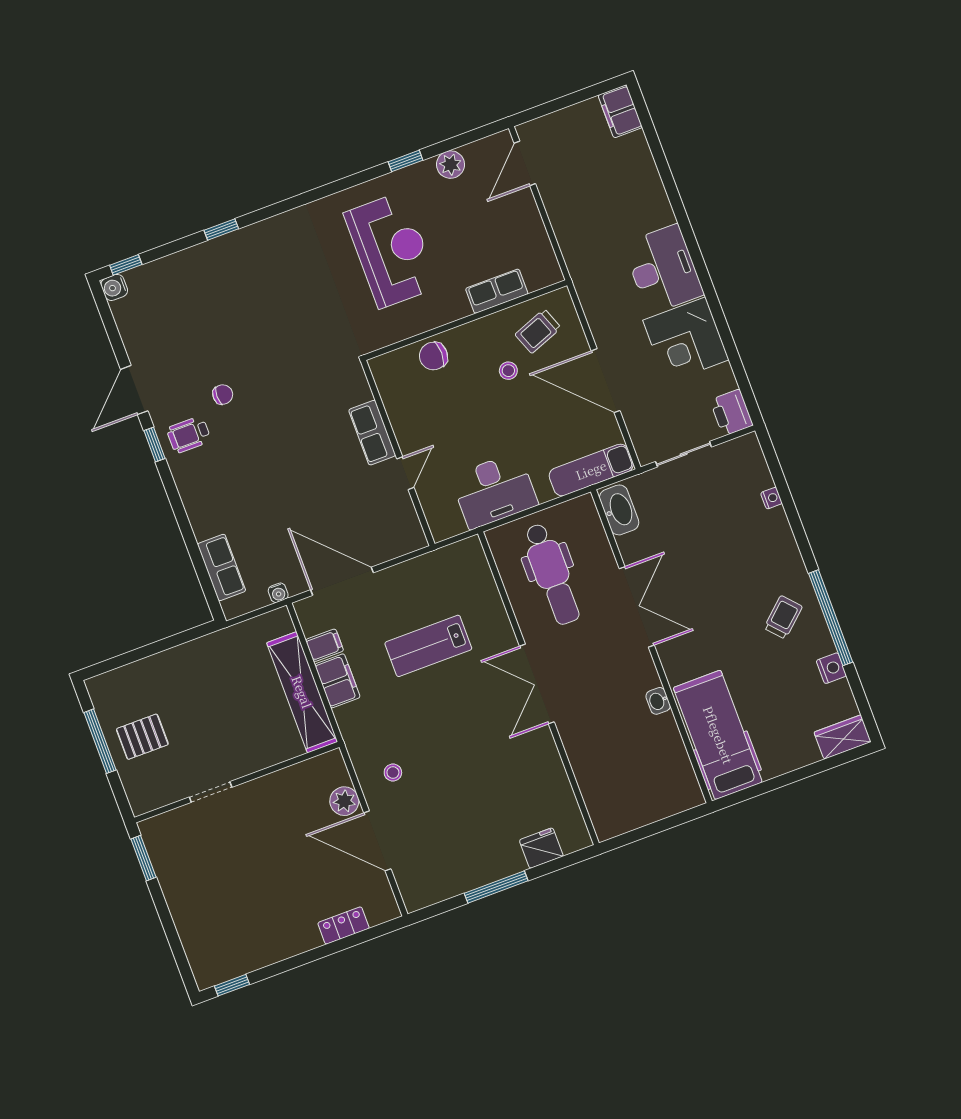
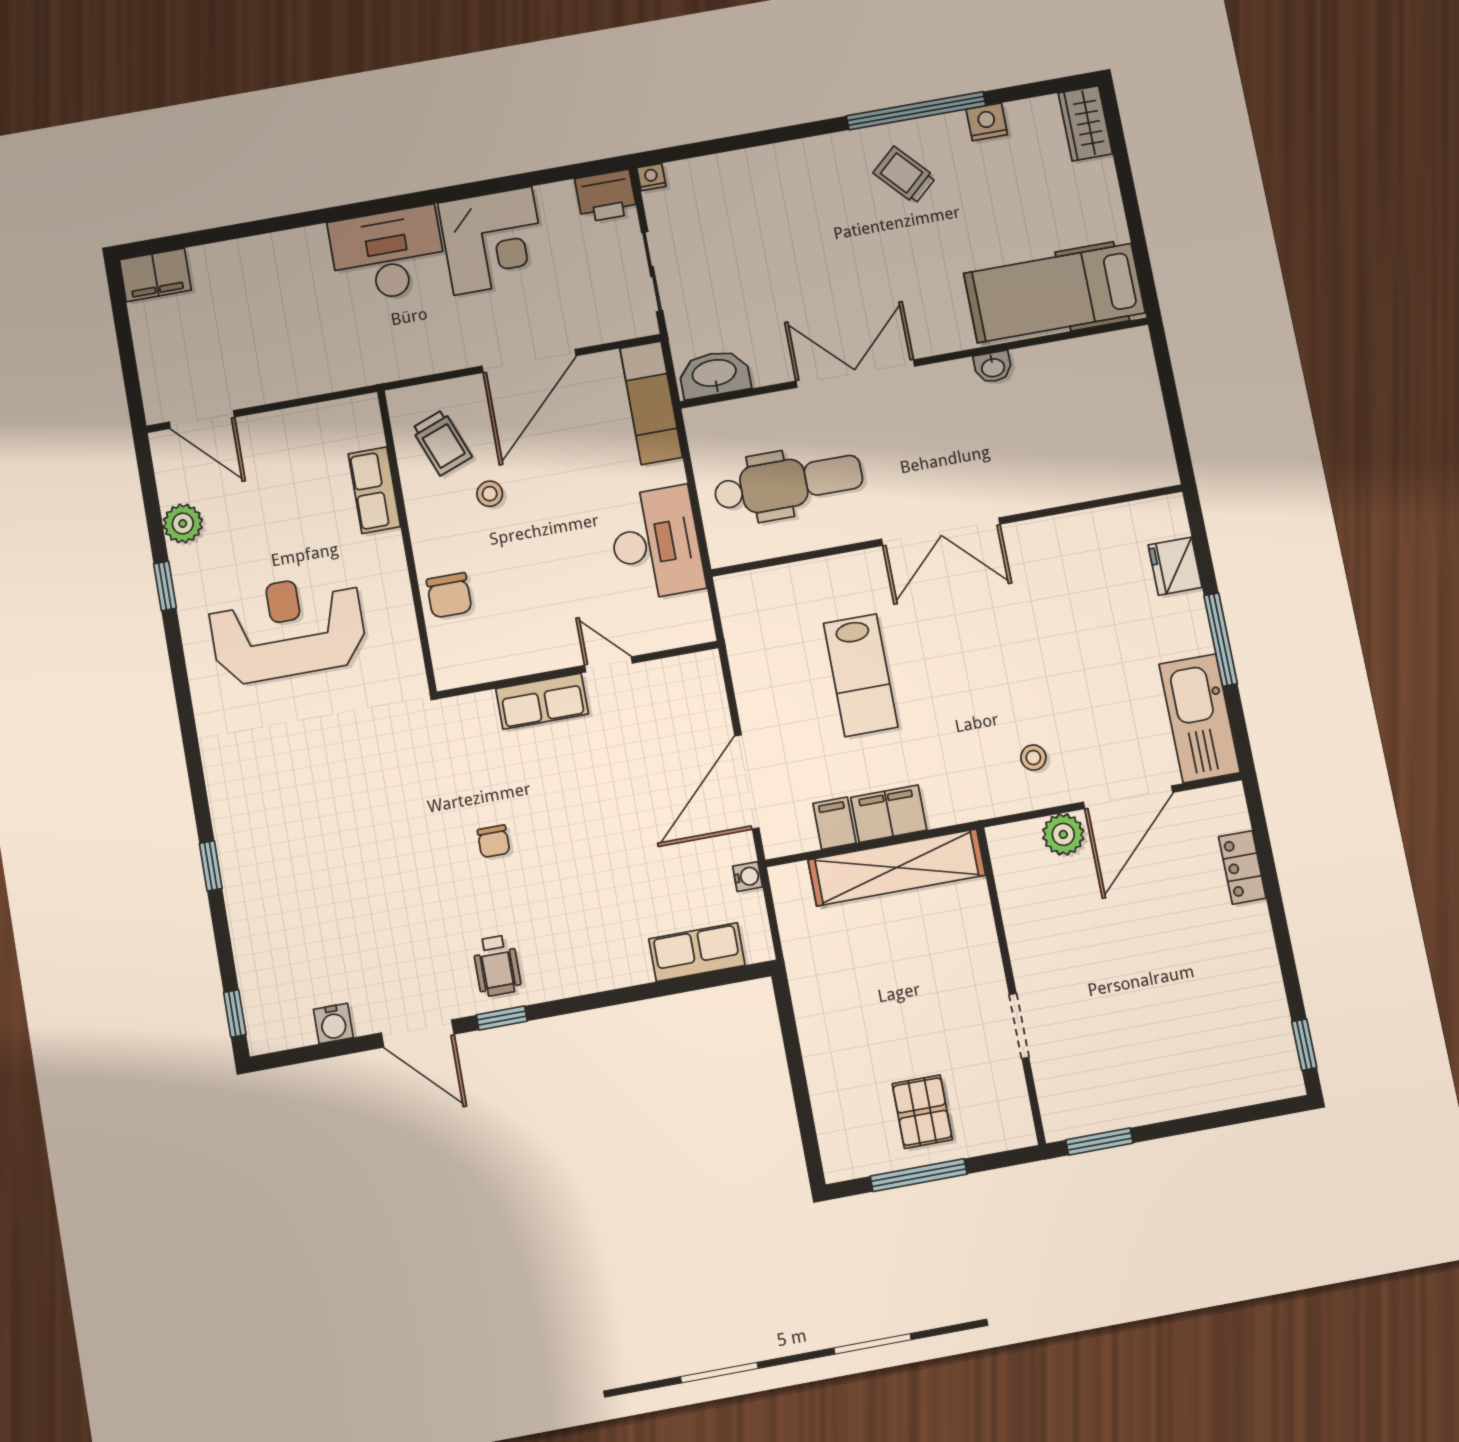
water cooler: (114, 287) -> (333, 1023), moved
chair: (223, 395) -> (494, 841), moved, turned 180
nightstand: (771, 498) -> (651, 177), moved
kitchen sink: (440, 881) -> (1200, 718), added

